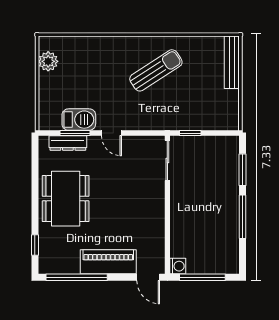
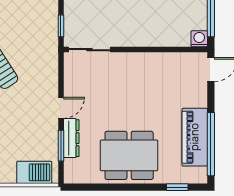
barbecue: (79, 120) -> (34, 172), moved, turned 90
dresser: (68, 143) -> (71, 138), moved
piano: (108, 262) -> (195, 137), moved

